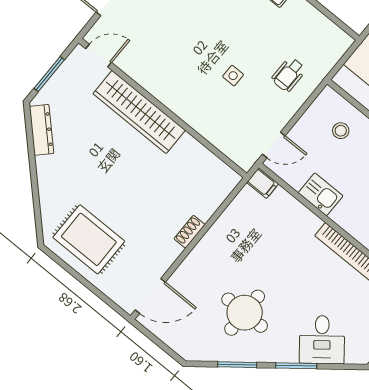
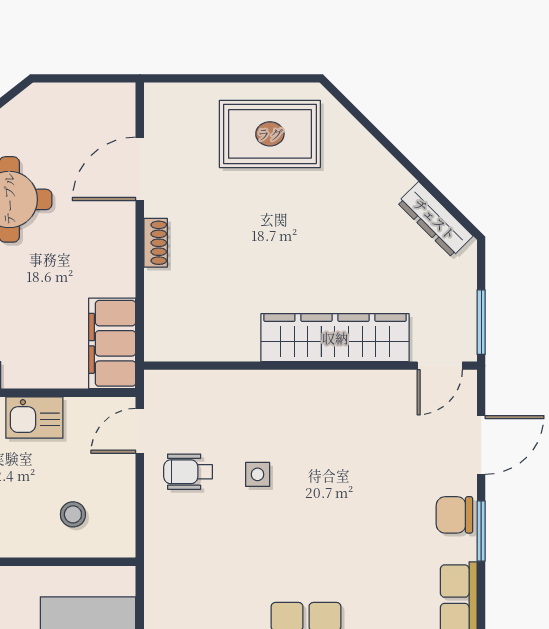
window: (49, 74) -> (481, 322), moved
wheelchair: (289, 75) -> (188, 472), moved, turned -90
filing cabinet: (262, 183) -> (112, 343), width x3.00, depth x1.17
door: (150, 296) -> (140, 169), moved

